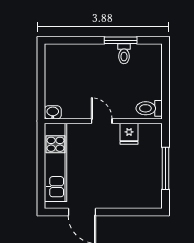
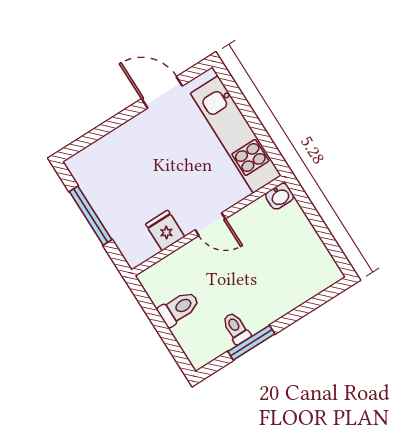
toilet: (149, 108) -> (179, 308), moved

